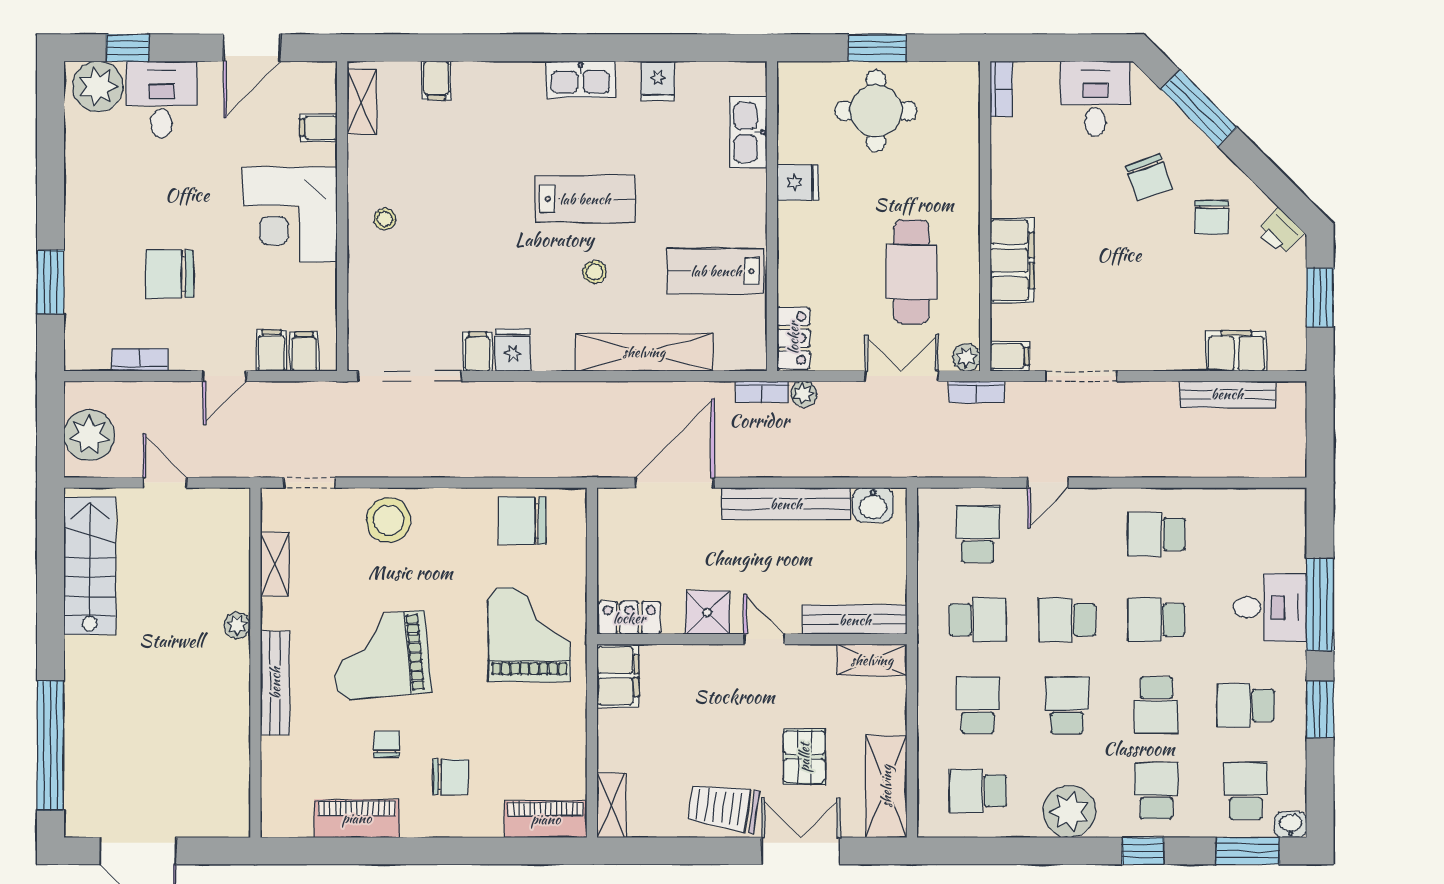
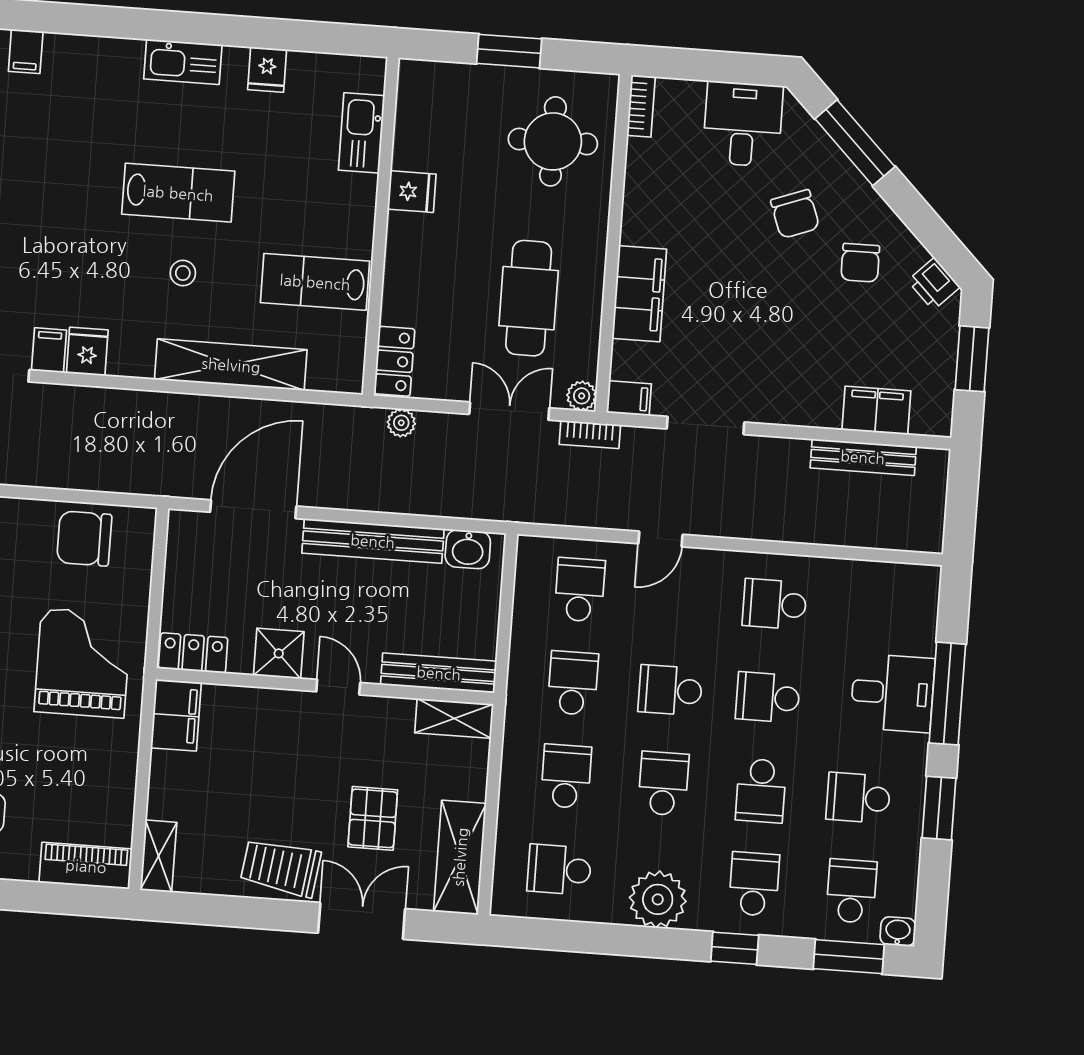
round table: (876, 111) -> (553, 141), moved
bookcase: (762, 392) -> (356, 417), removed
school desk: (978, 620) -> (573, 683), turned -90

